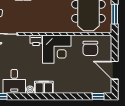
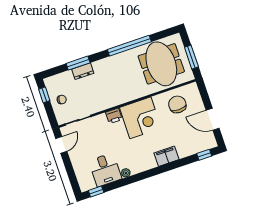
chair: (90, 48) -> (177, 104), turned 180
filing cabinet: (44, 87) -> (166, 156), moved

